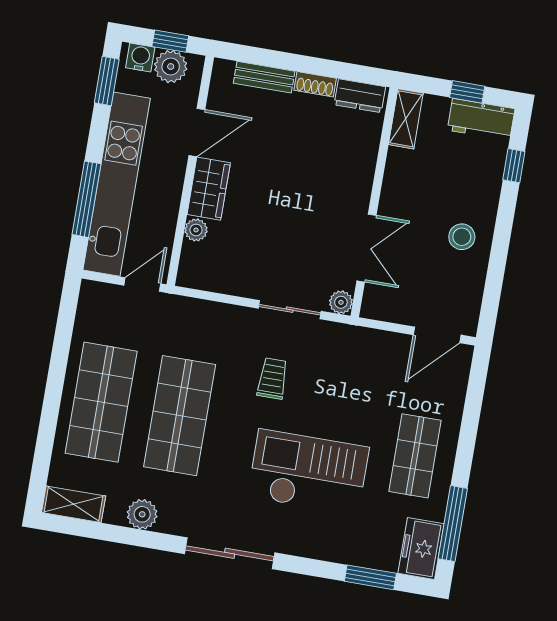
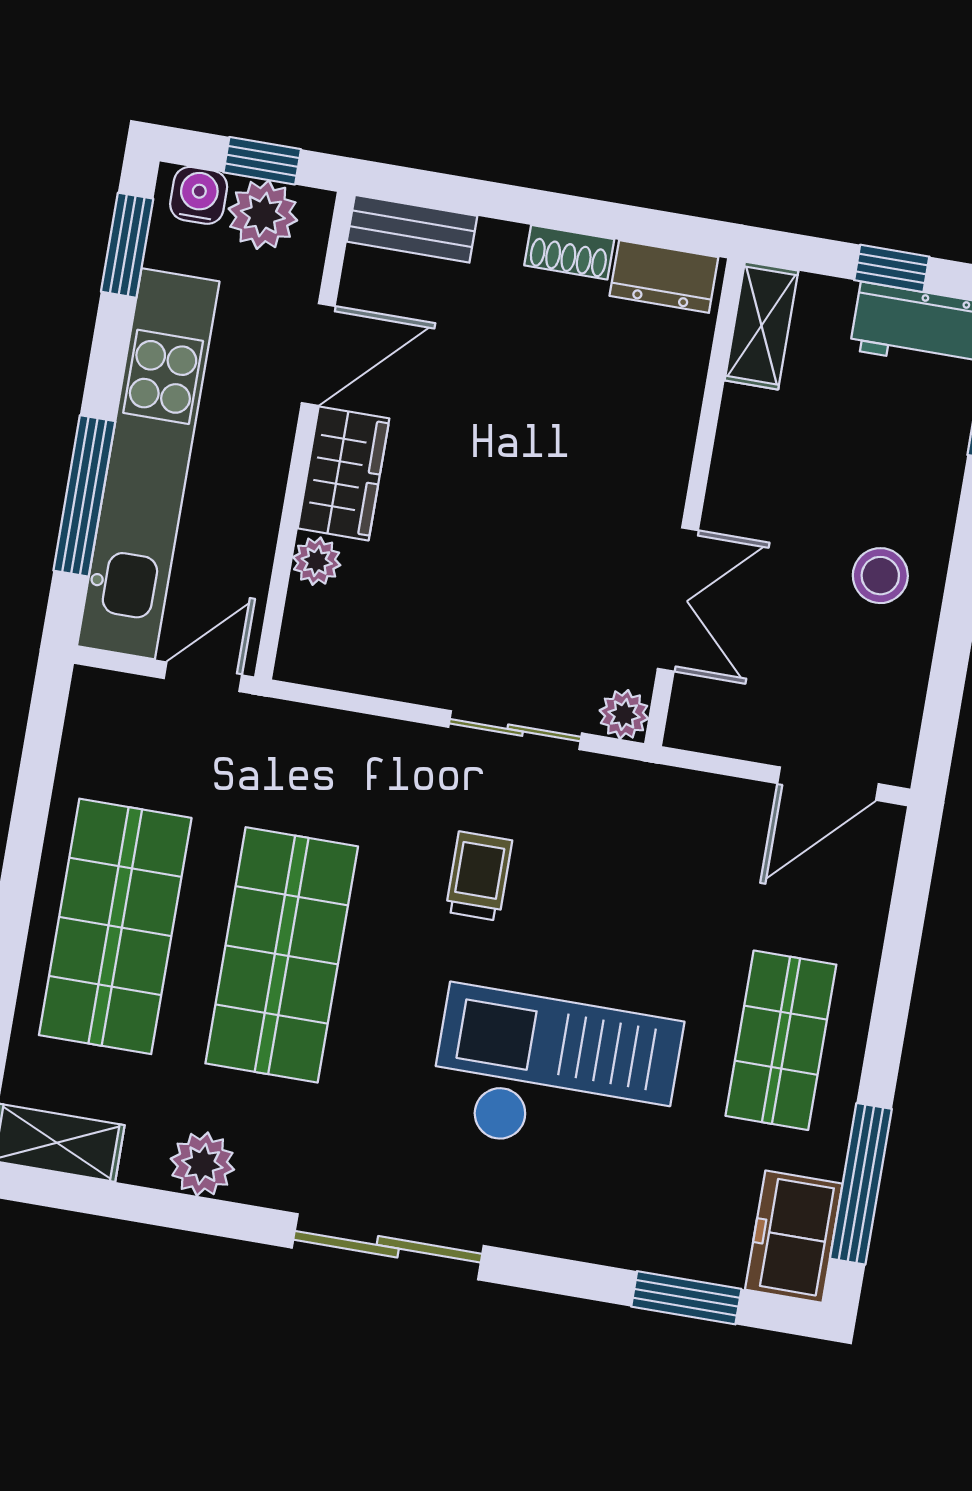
bench: (264, 77) -> (412, 229), moved

